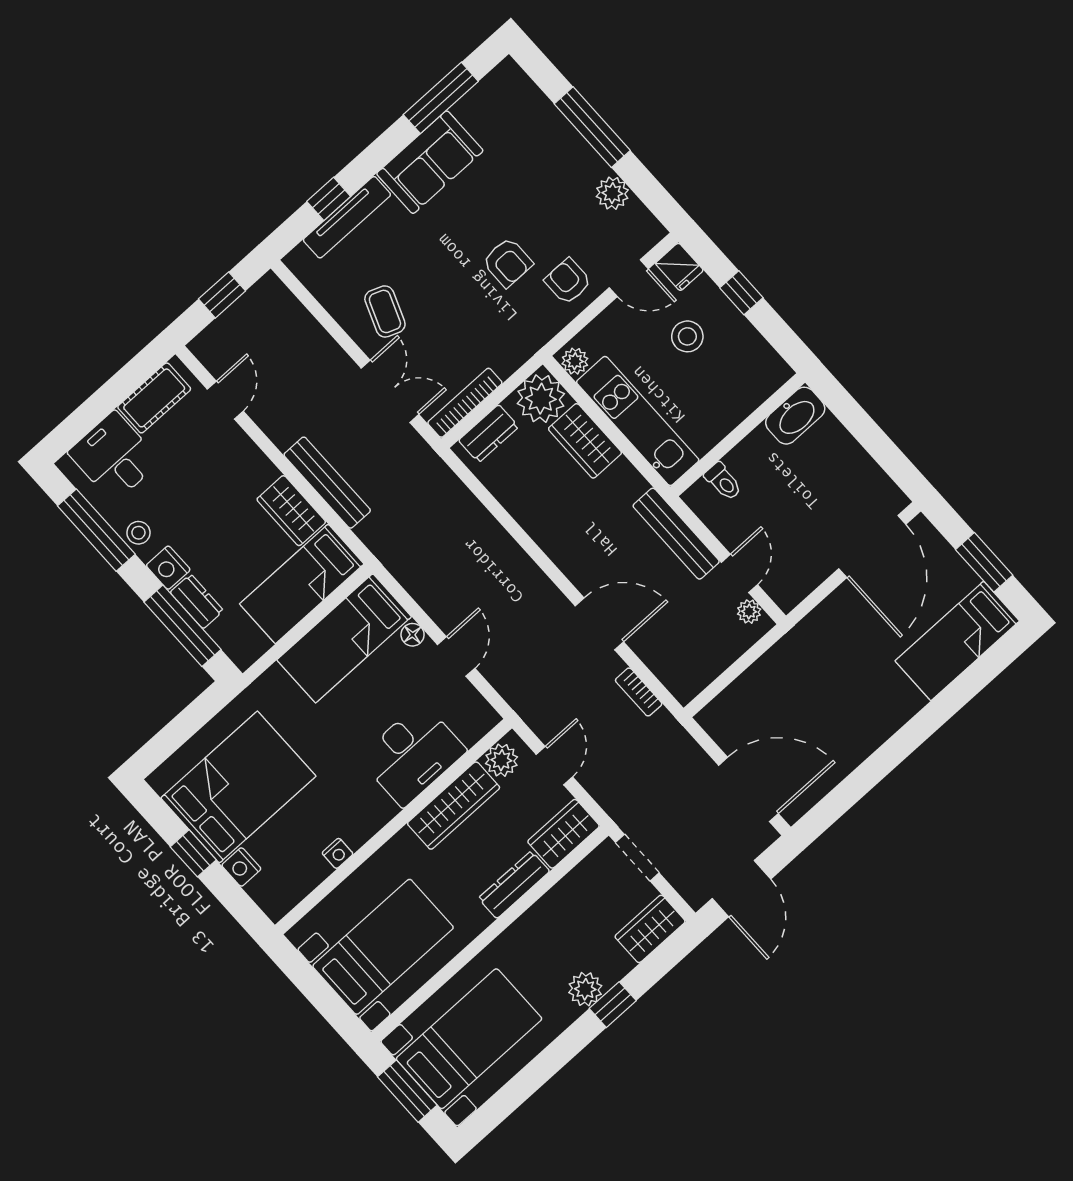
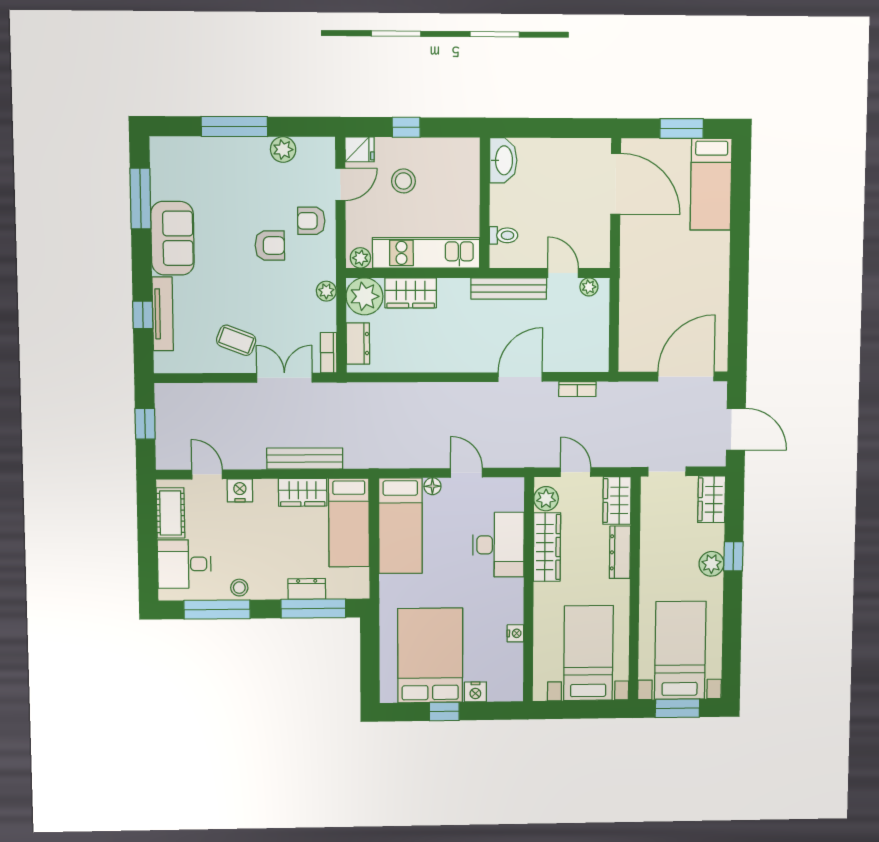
plant: (512, 357) -> (326, 291), added
bookcase: (465, 403) -> (329, 353), width x0.64
nightstand: (168, 568) -> (240, 490), moved, turned 180

